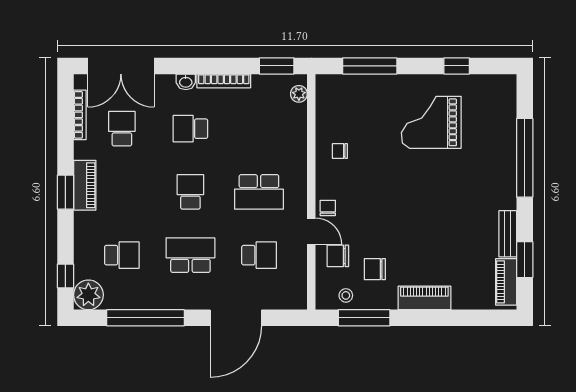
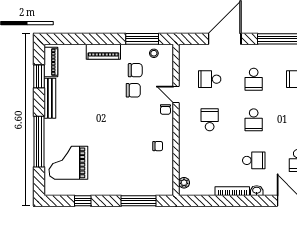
window: (277, 66) -> (198, 201), removed
grand piano: (431, 122) -> (68, 163), moved, turned 180
school desk: (259, 192) -> (210, 120), width x0.54
bench: (508, 234) -> (50, 98), width x1.36
school desk: (190, 255) -> (254, 79), width x0.54
chair: (338, 256) -> (133, 90), moved

